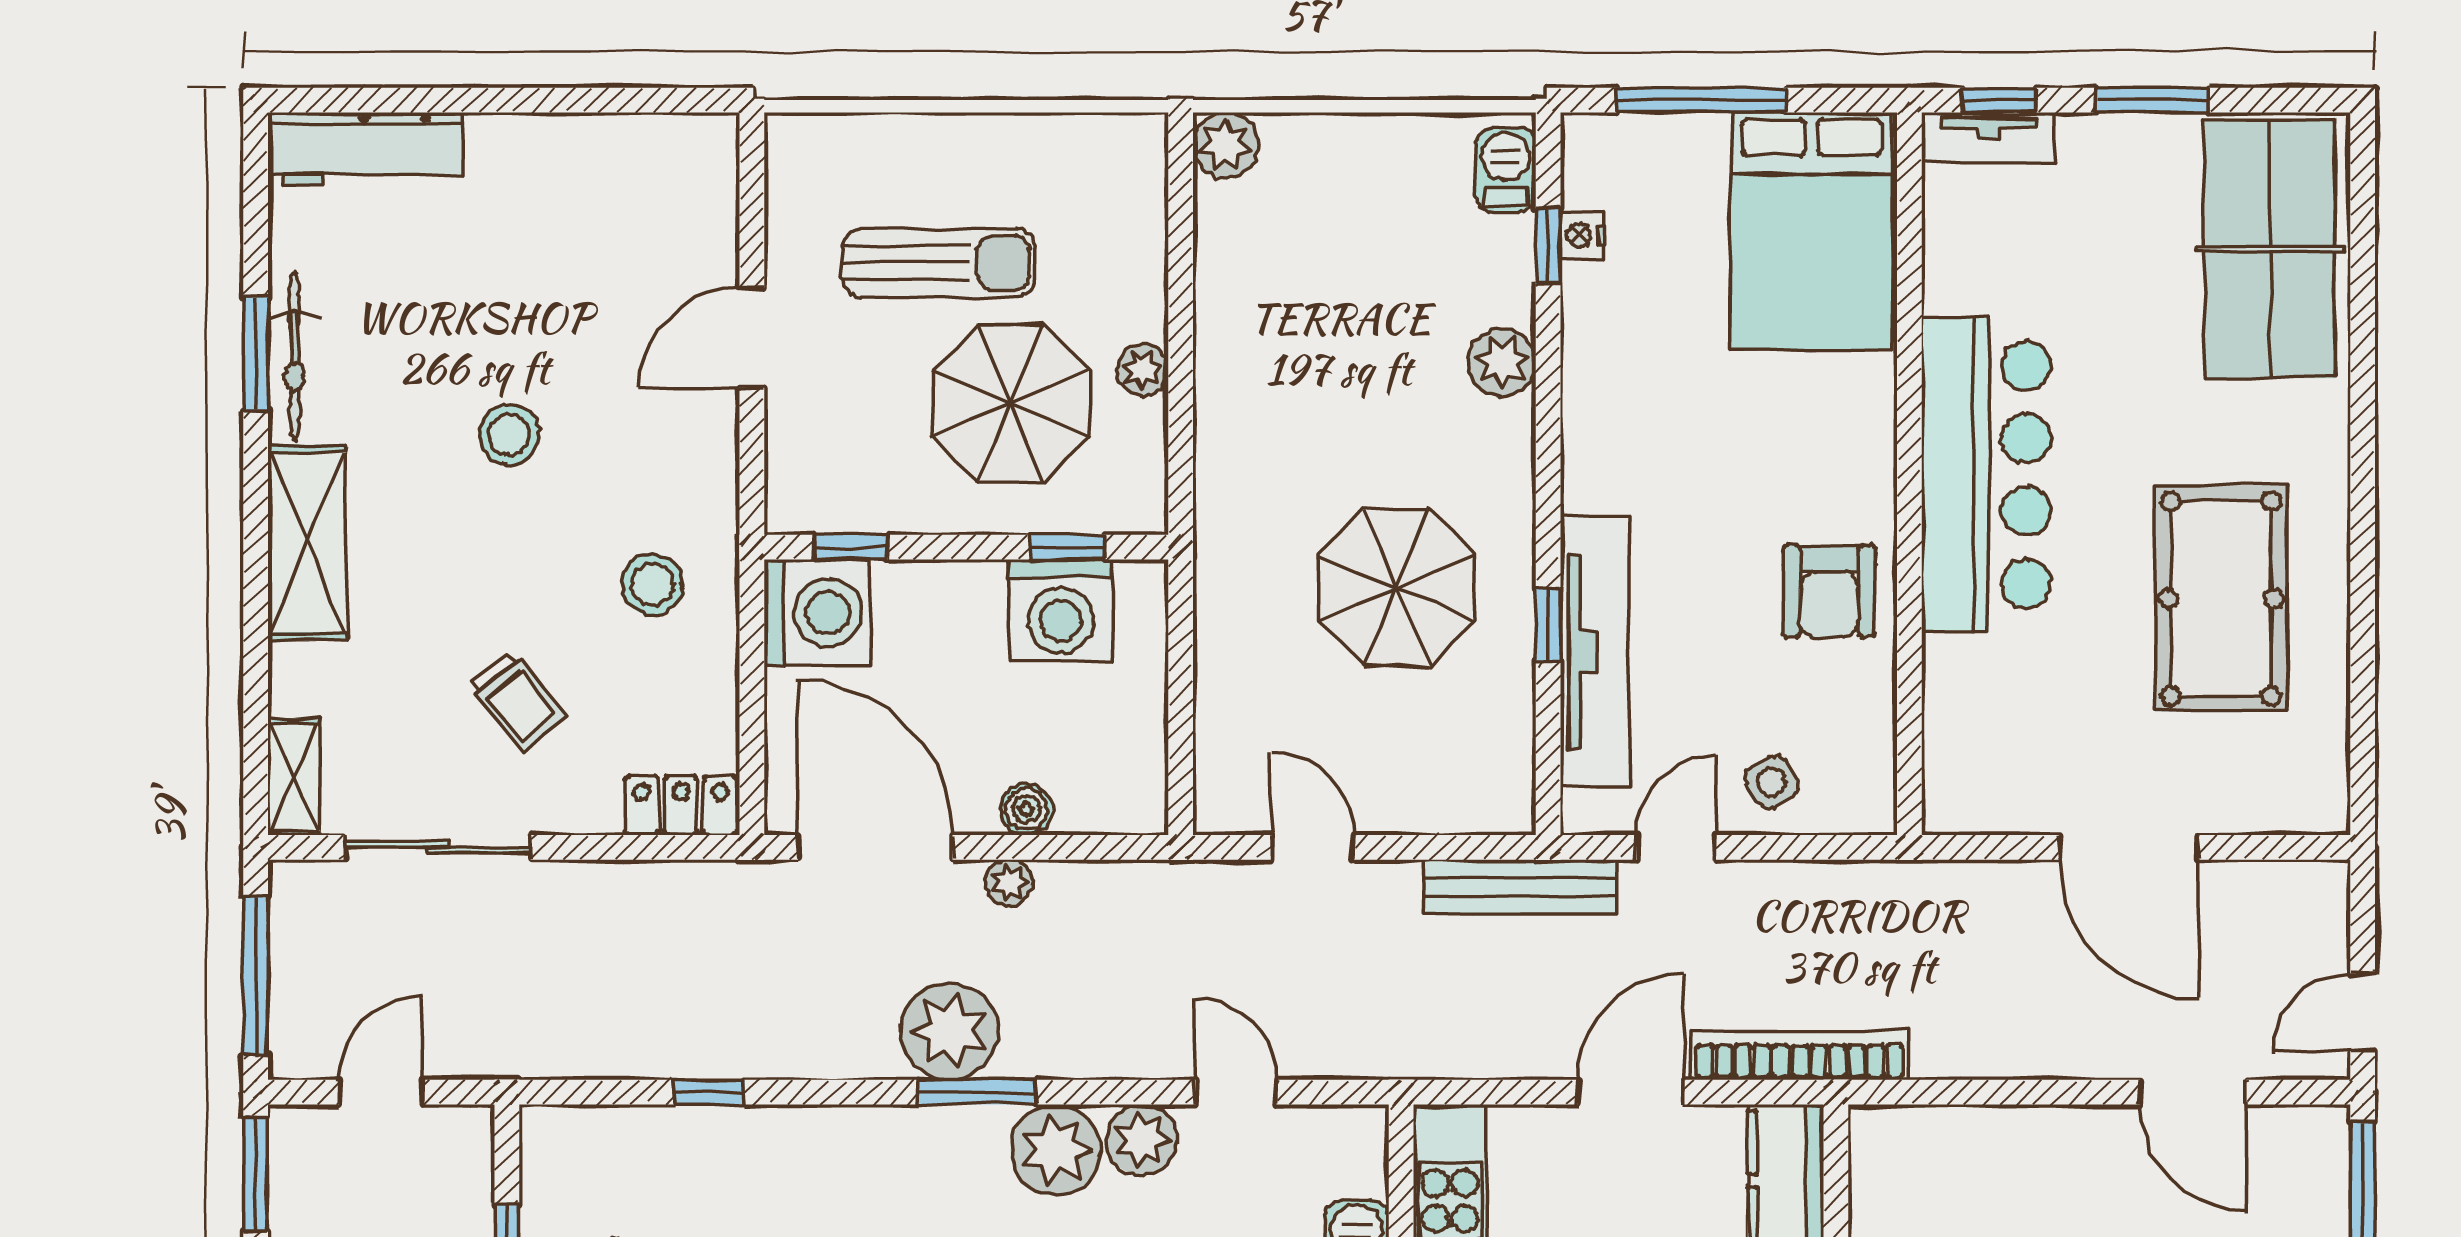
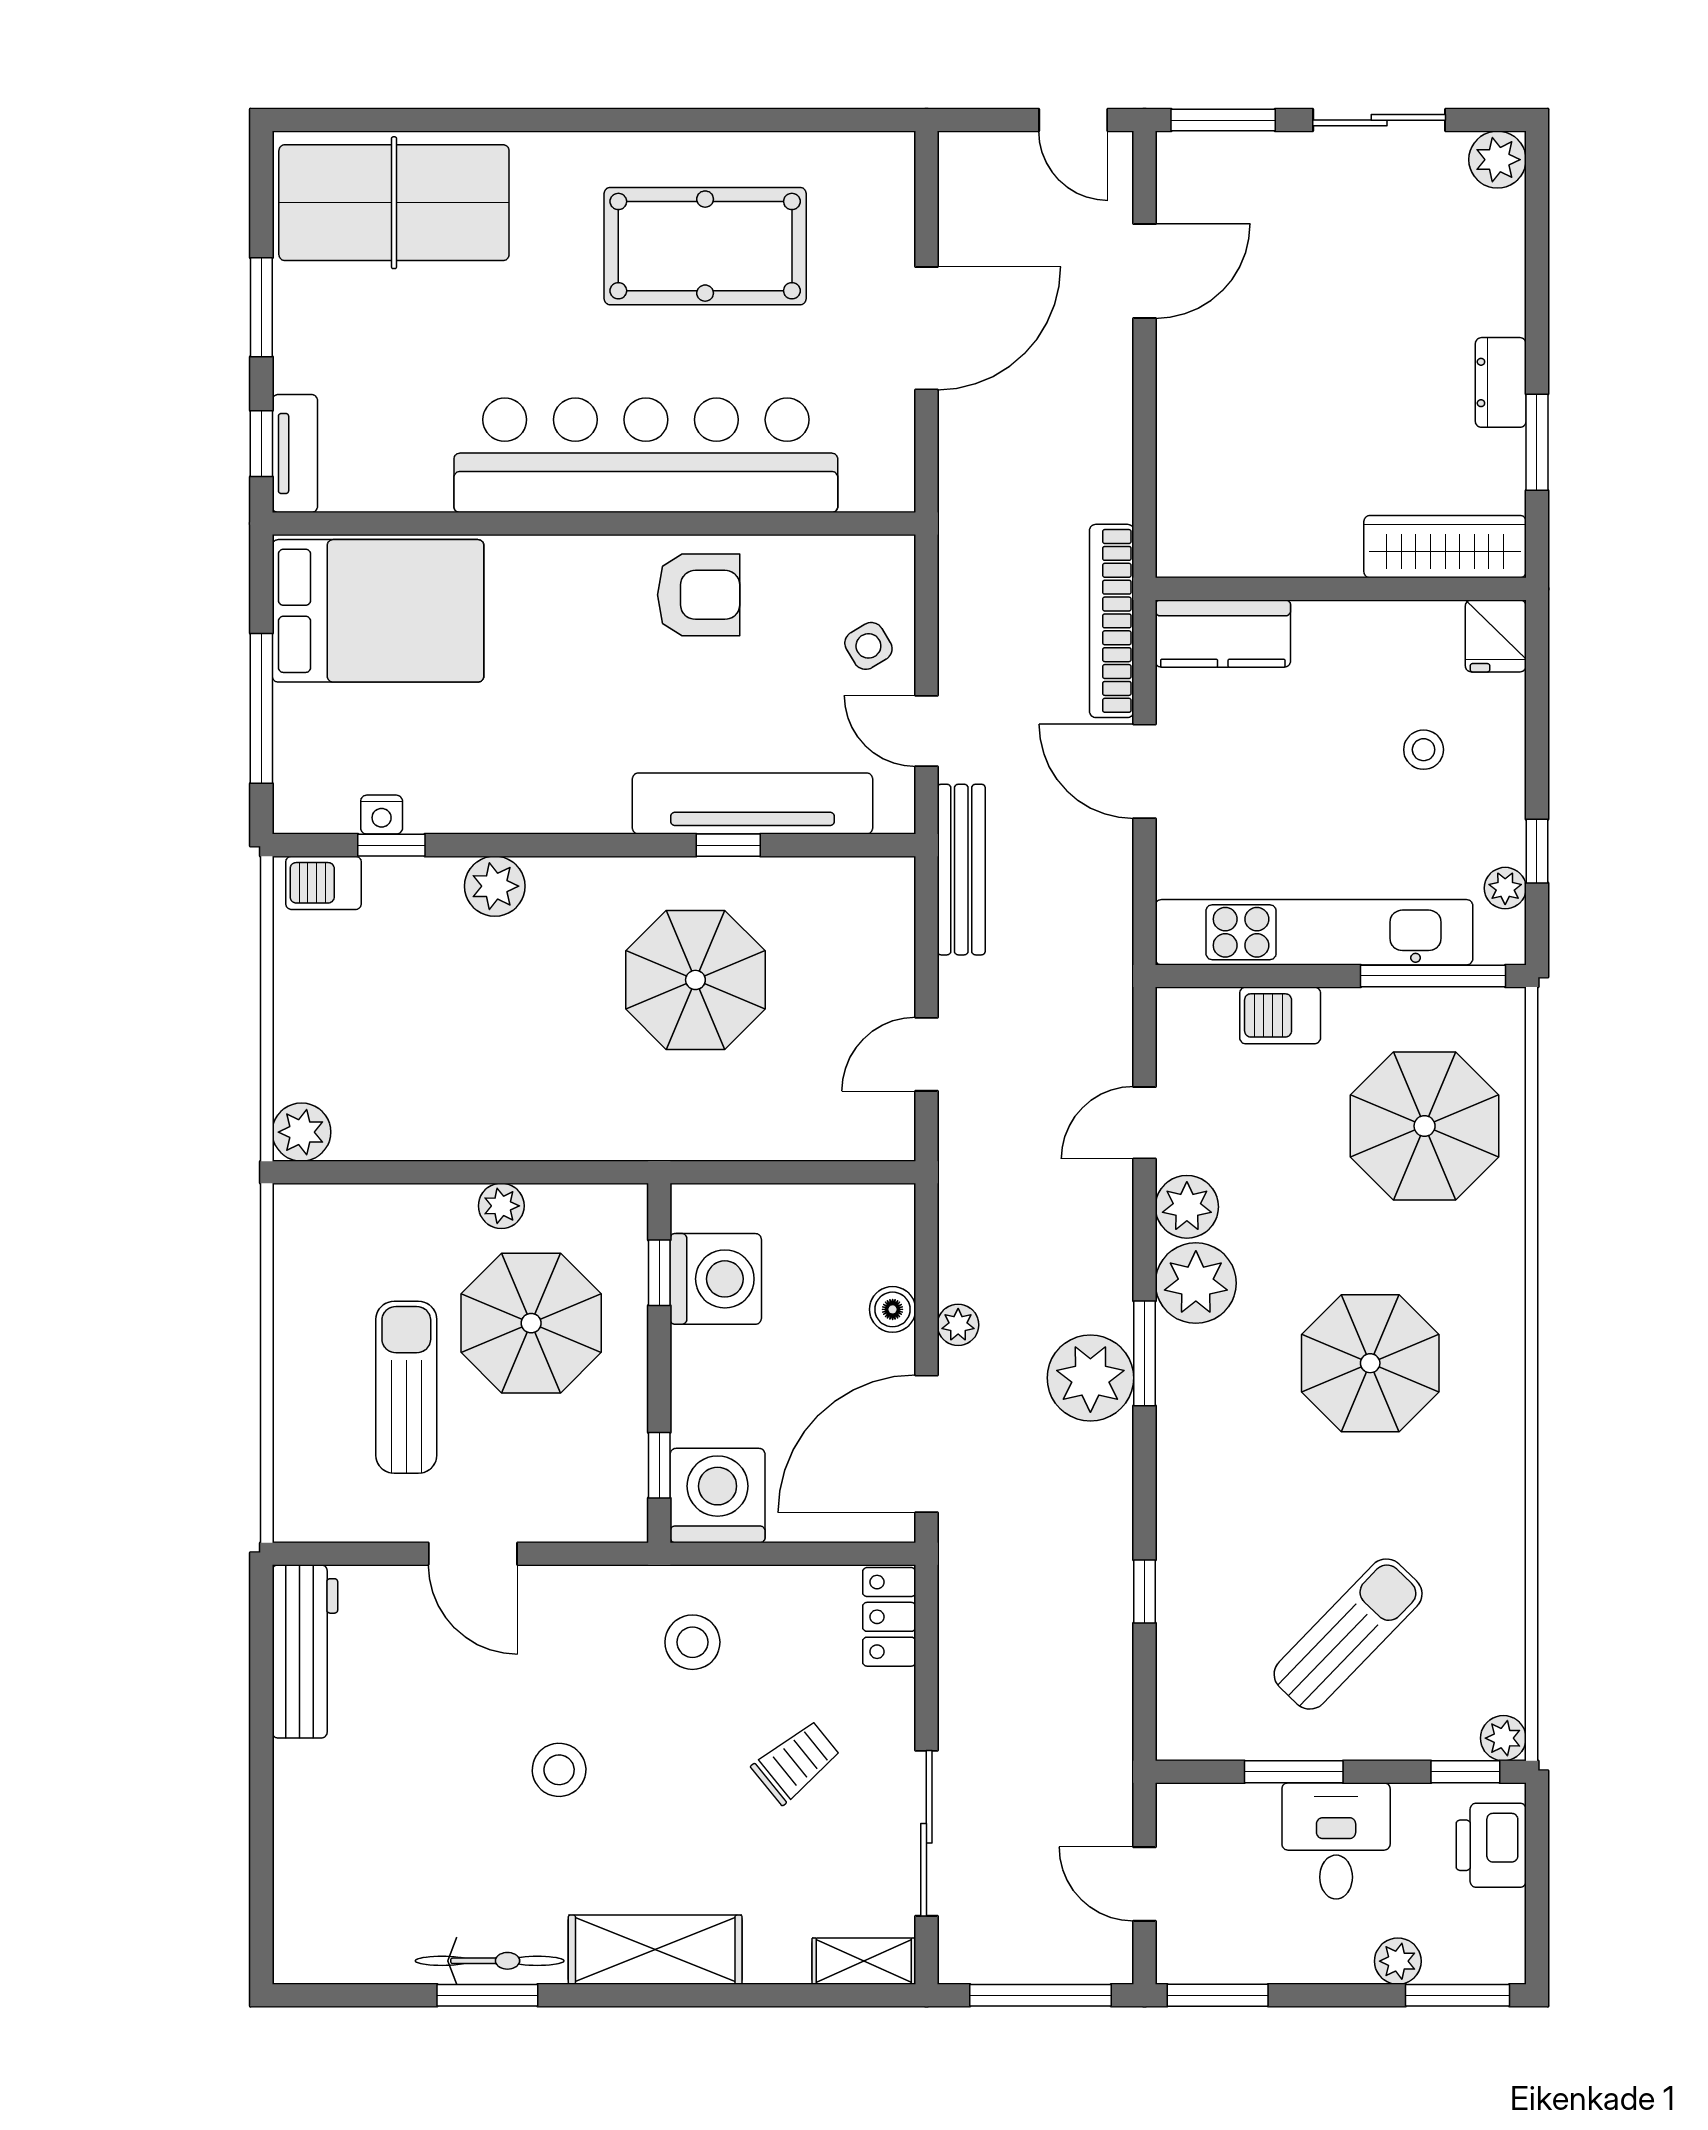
workbench: (365, 149) -> (305, 1651), moved
bar counter: (1986, 475) -> (646, 455), width x1.36

